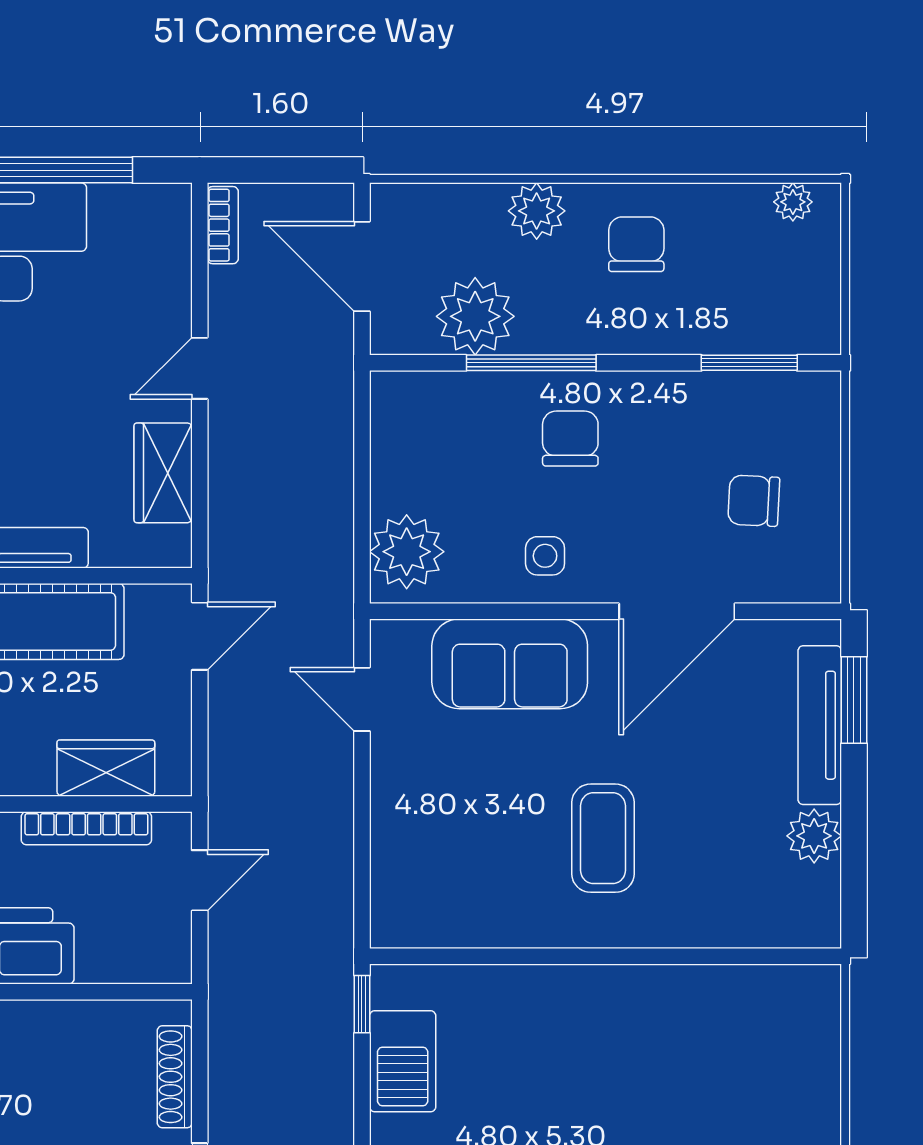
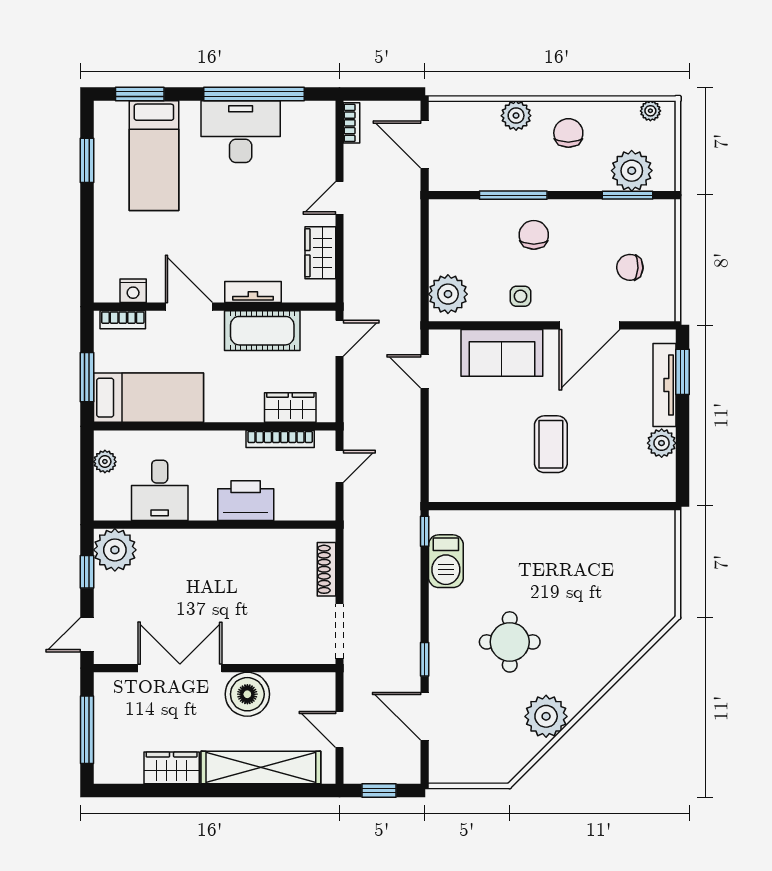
plant: (475, 316) -> (632, 171), moved

